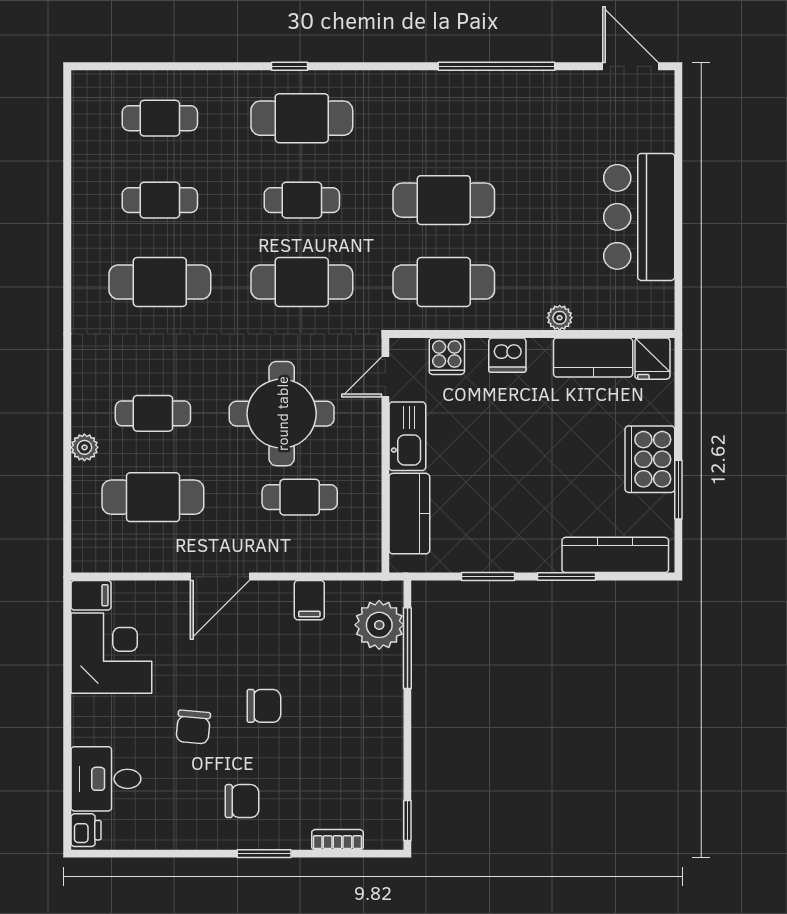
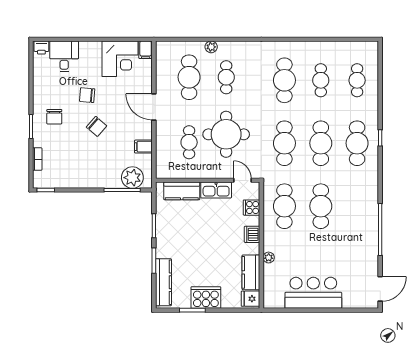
cafe table: (302, 200) -> (321, 143), width x1.37, depth x1.35
chair: (264, 706) -> (97, 126), turned -49

